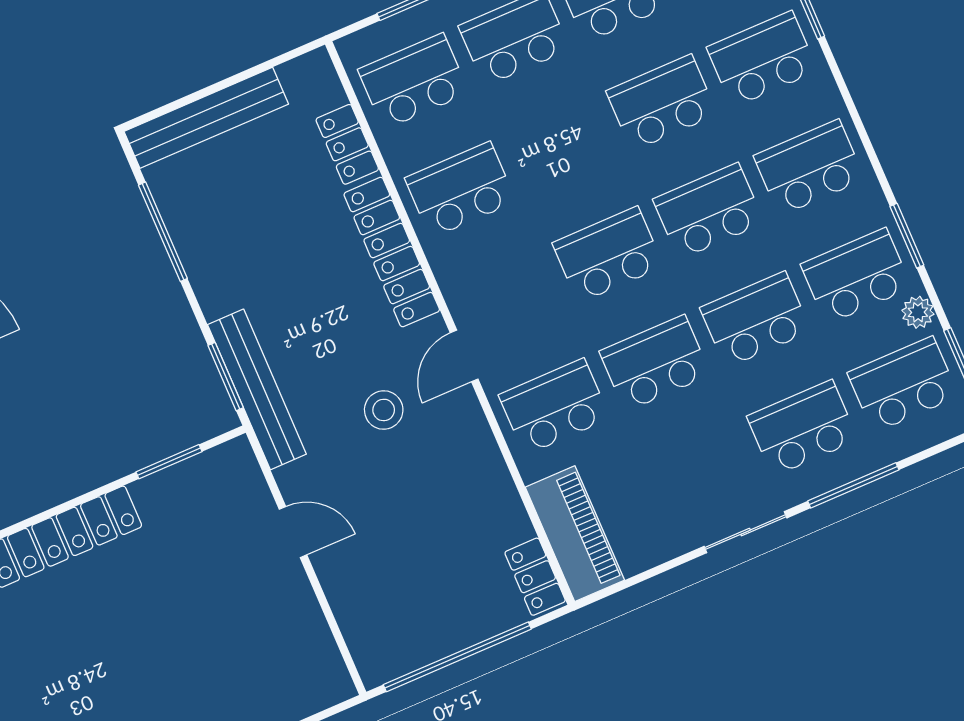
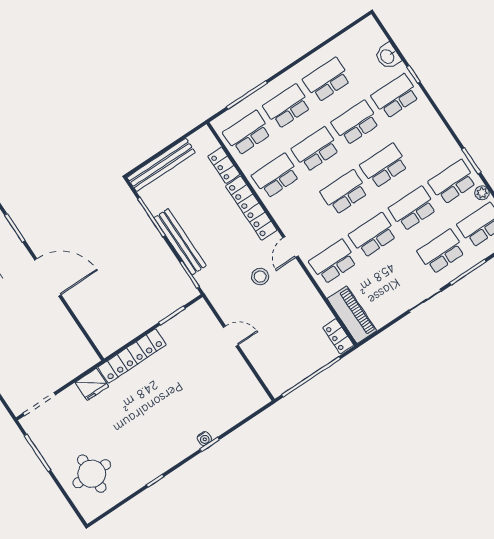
school desk: (809, 168) -> (316, 149), moved
bench: (257, 389) -> (180, 242), moved

